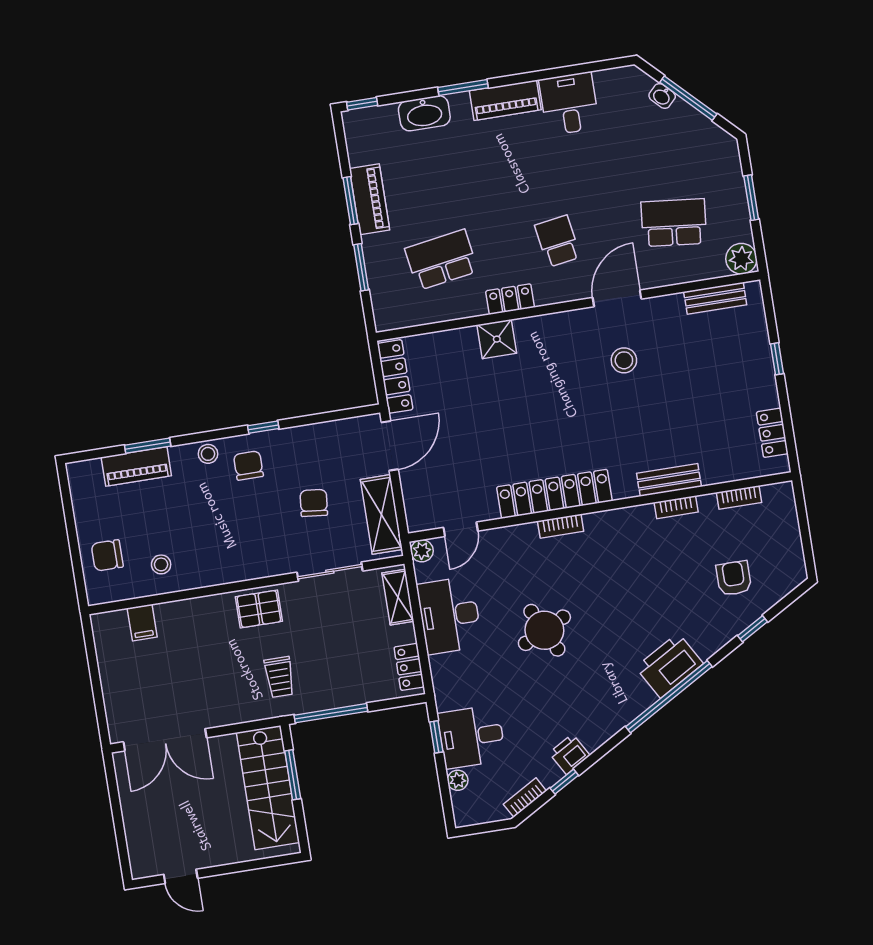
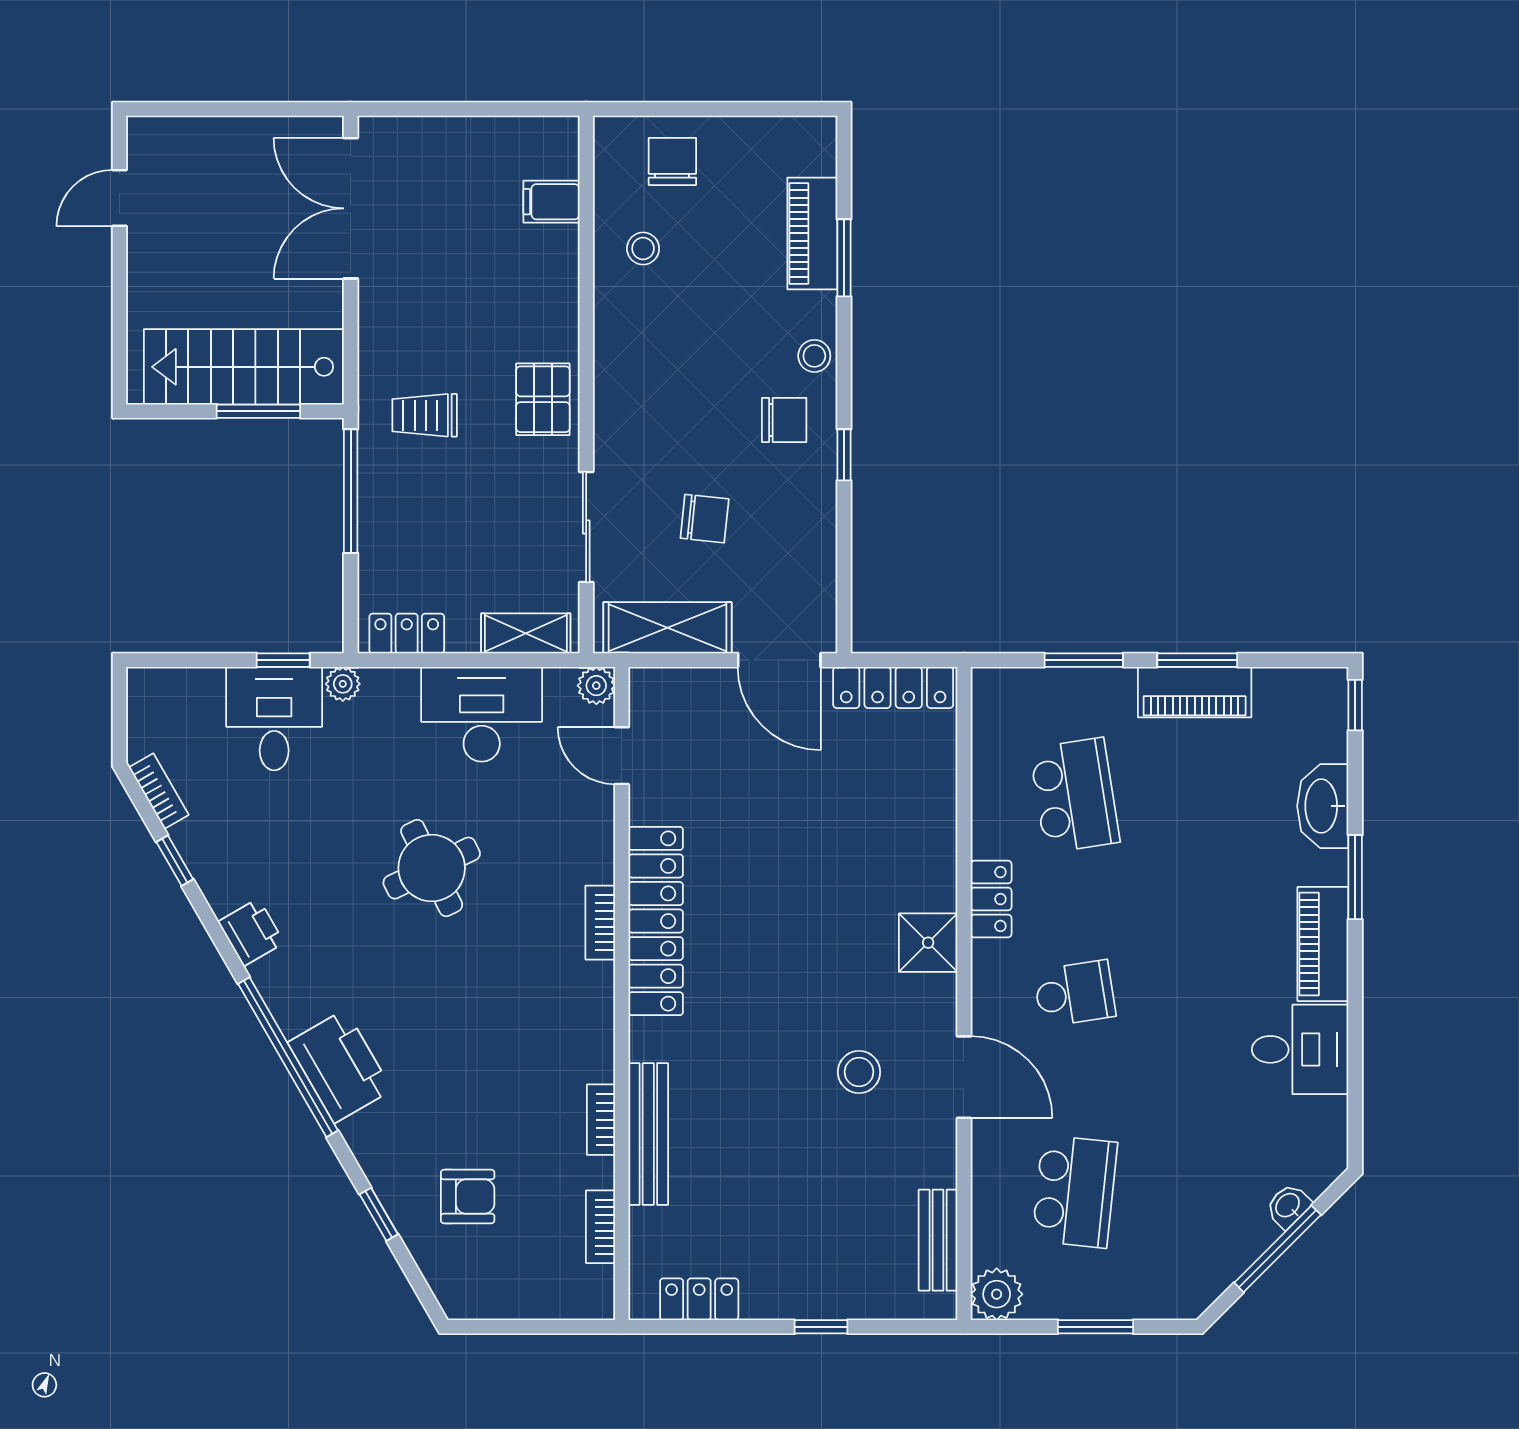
shower: (497, 339) -> (928, 943), moved
bench: (669, 480) -> (648, 1134), width x1.36
printer: (570, 754) -> (251, 932), moved
plant: (458, 780) -> (343, 684), moved

